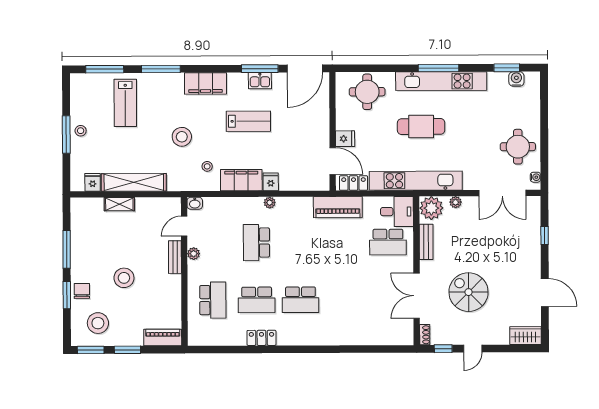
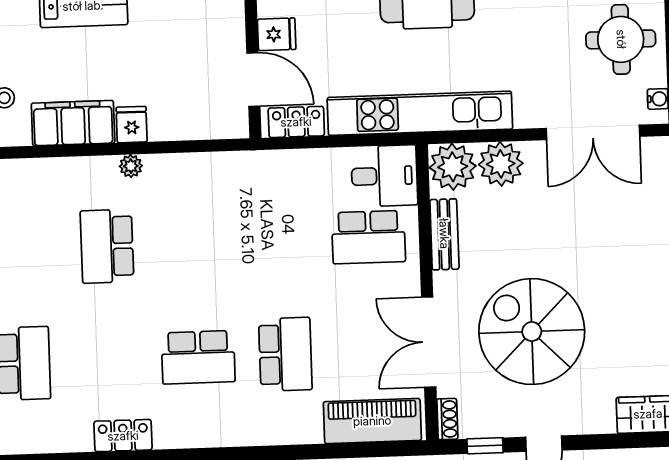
plant: (456, 202) -> (501, 164), width x1.88, depth x1.88
piano: (338, 207) -> (372, 421), moved, turned 180
spiral stairs: (469, 292) -> (532, 332), width x1.37, depth x1.37
school desk: (257, 300) -> (285, 354), moved, turned -90

